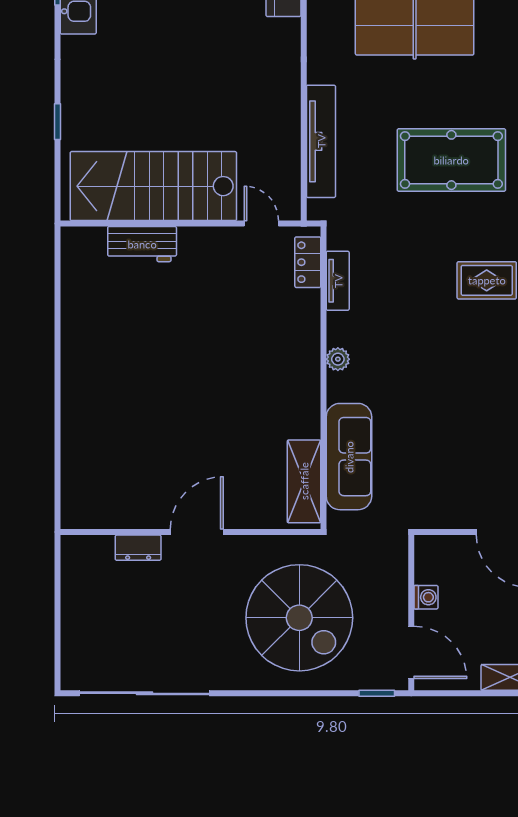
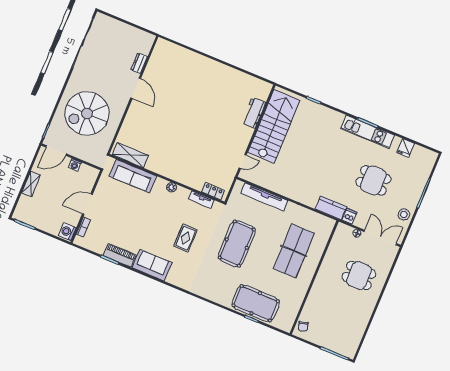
locker: (308, 262) -> (213, 191), moved
tv unit: (338, 281) -> (201, 200), moved
plant: (338, 359) -> (171, 187), moved
wall: (324, 378) -> (167, 179), moved
sofa: (349, 457) -> (133, 176), moved
shelving: (304, 481) -> (130, 155), moved

